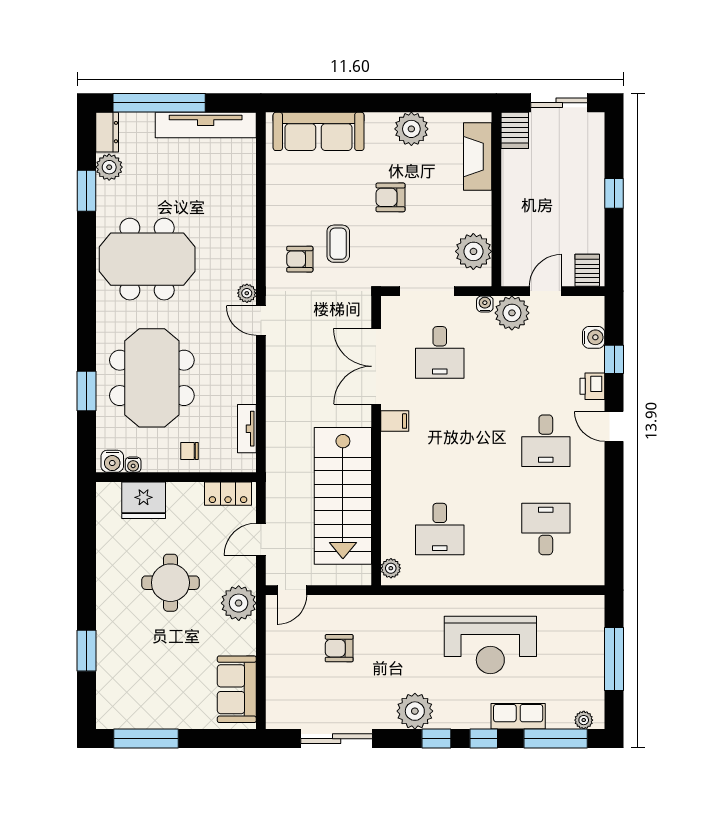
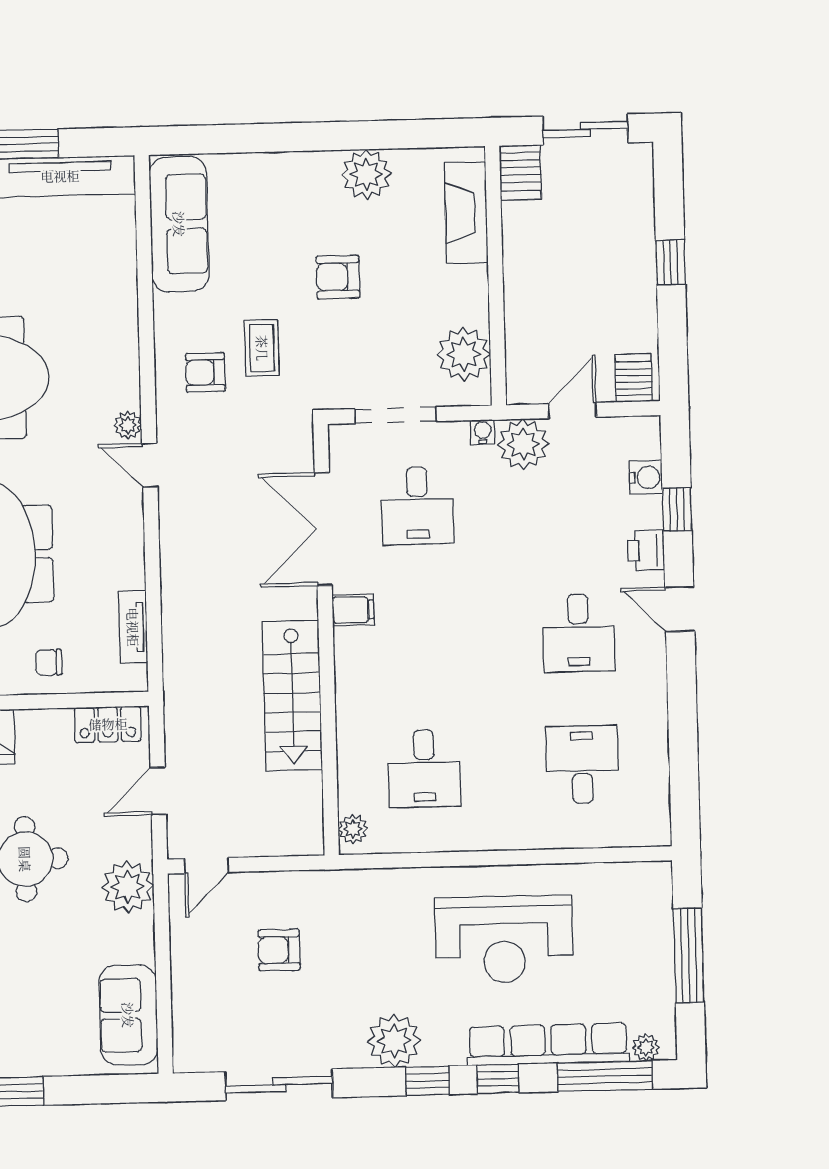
sofa: (319, 131) -> (179, 224), moved, turned -90
stairs: (343, 496) -> (292, 696), width x0.73, depth x0.66
row of seats: (518, 716) -> (548, 1044), width x2.02

